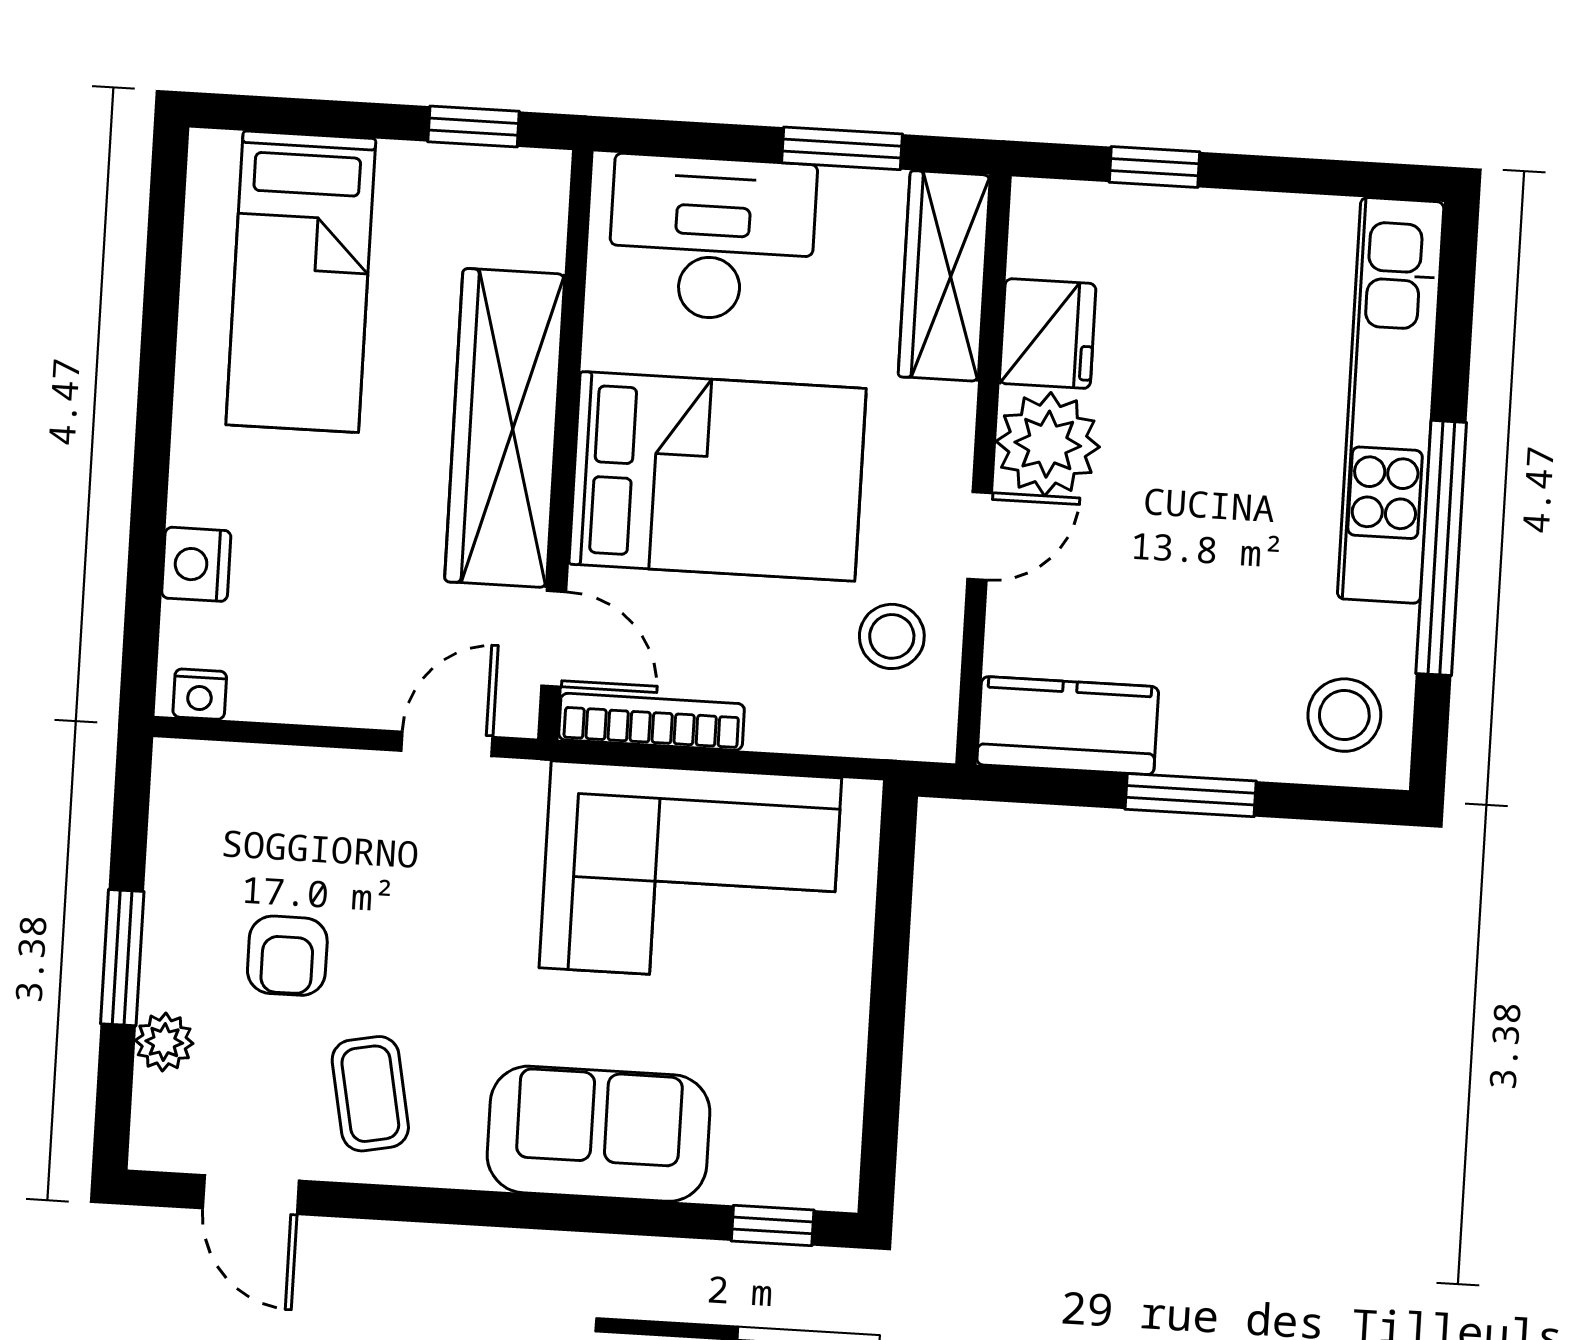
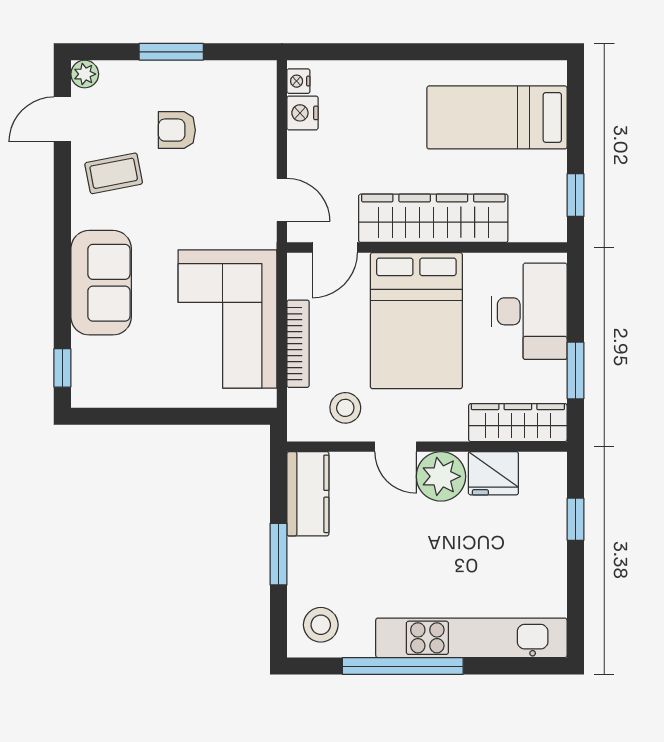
nightstand: (196, 564) -> (302, 113), moved, turned -90
bookcase: (652, 722) -> (298, 344), moved
plant: (164, 1042) -> (85, 74), moved

